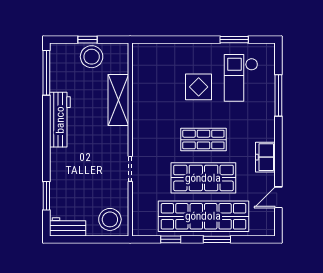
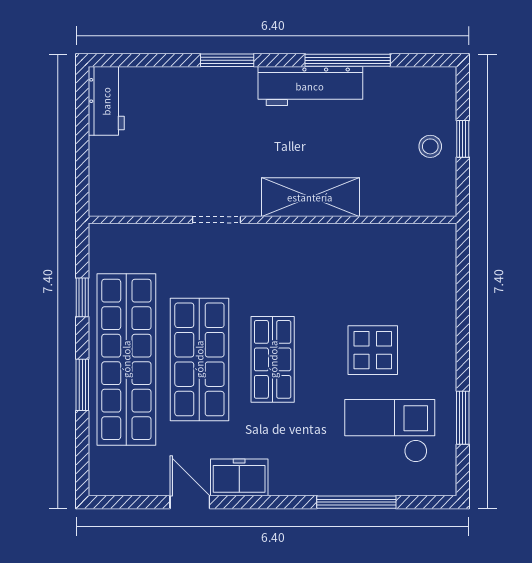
stool: (92, 57) -> (430, 146), width x0.53, depth x0.53
window: (46, 73) -> (348, 60), moved
shelving: (118, 100) -> (310, 197), moved
window: (46, 196) -> (227, 60), moved
door: (278, 197) -> (190, 502), moved
stool: (110, 219) -> (120, 181), removed

